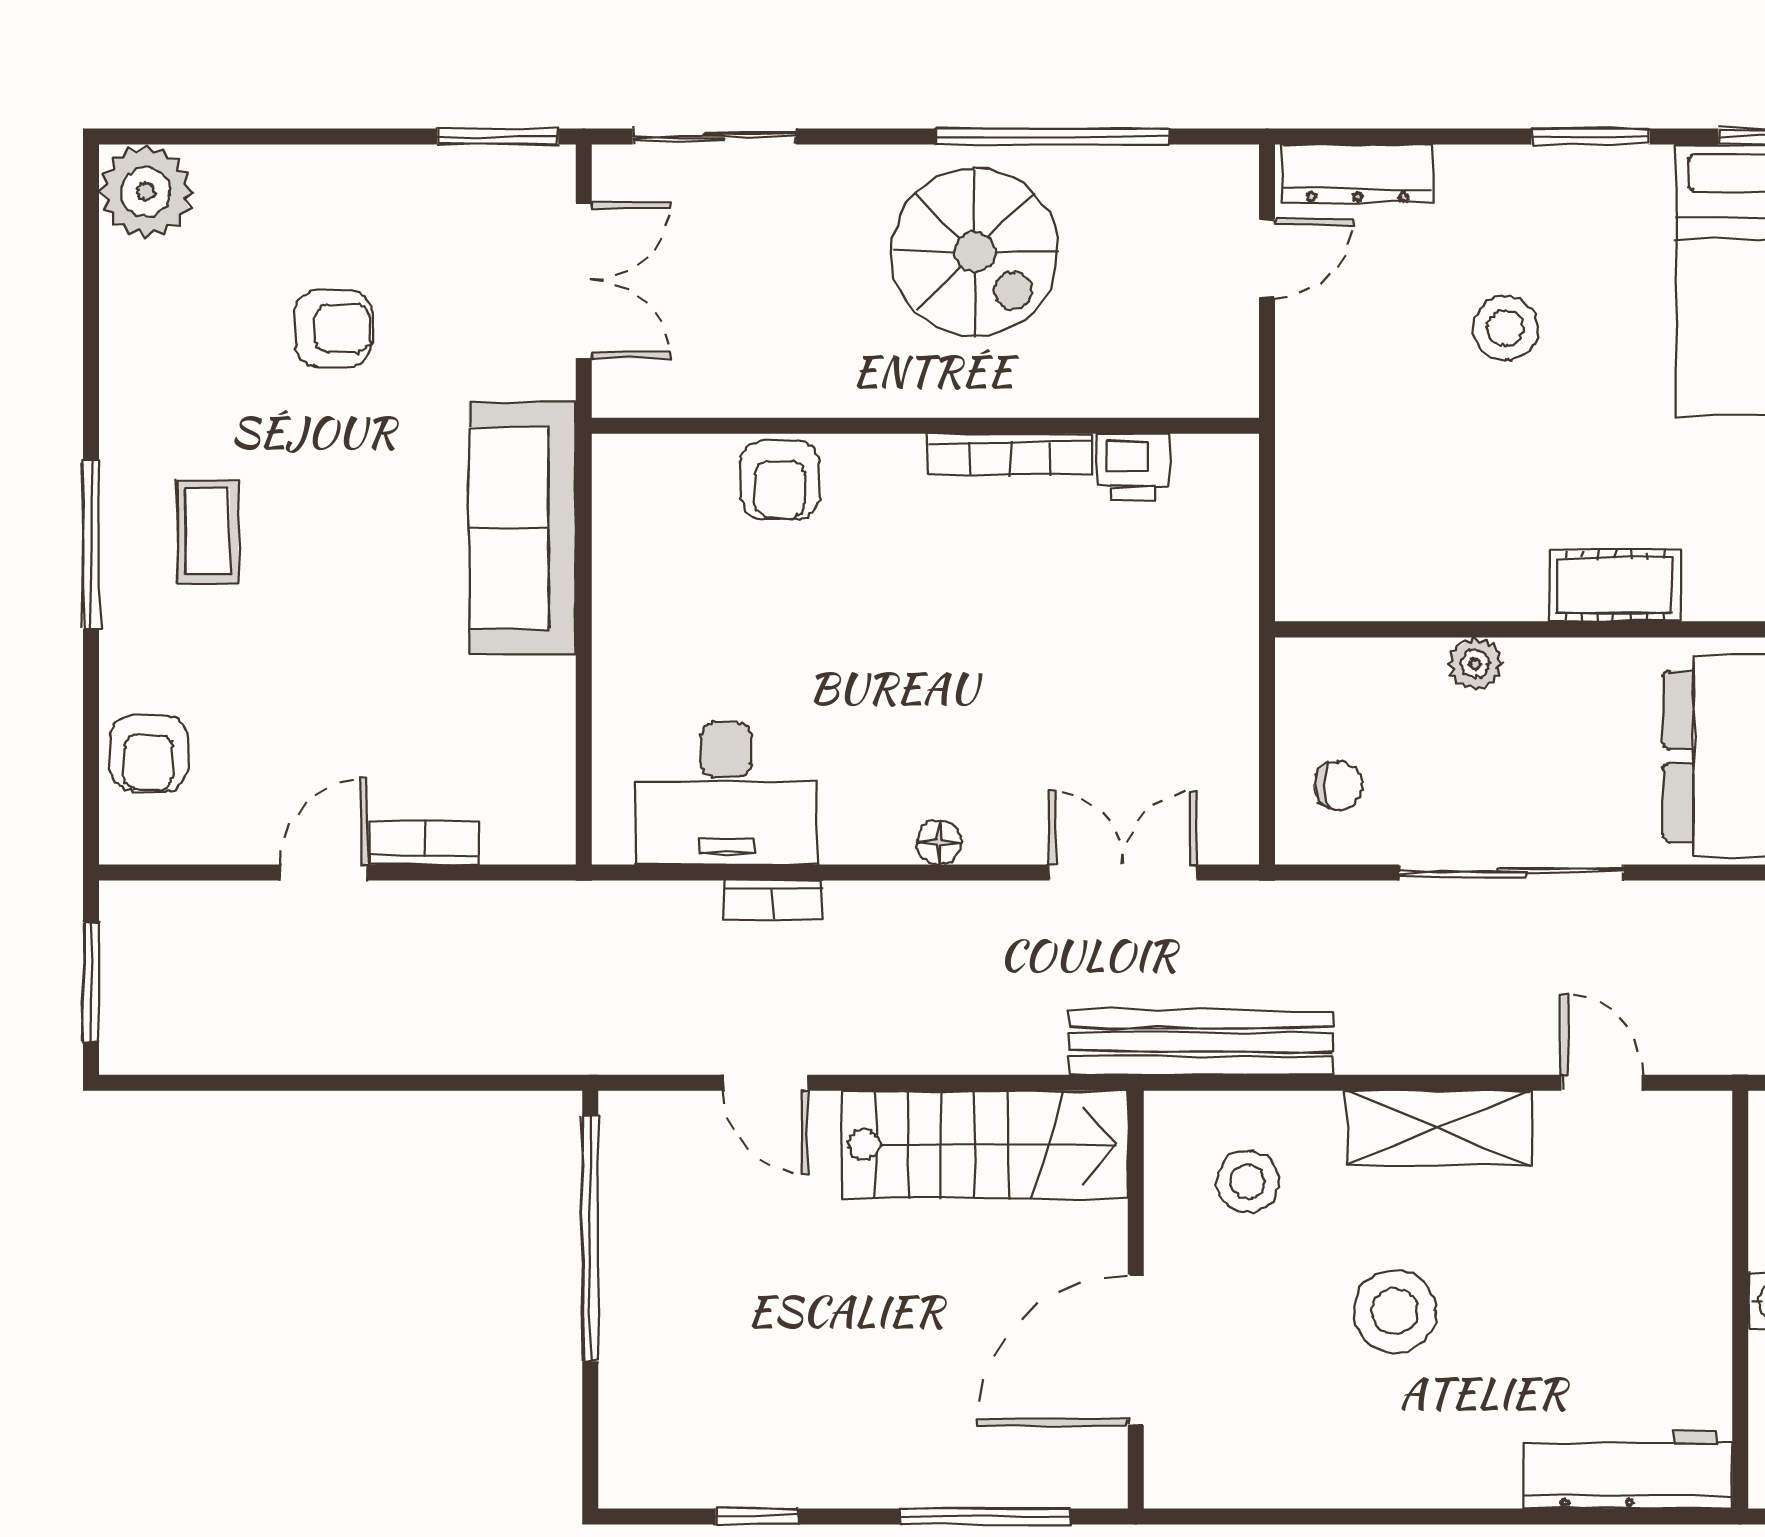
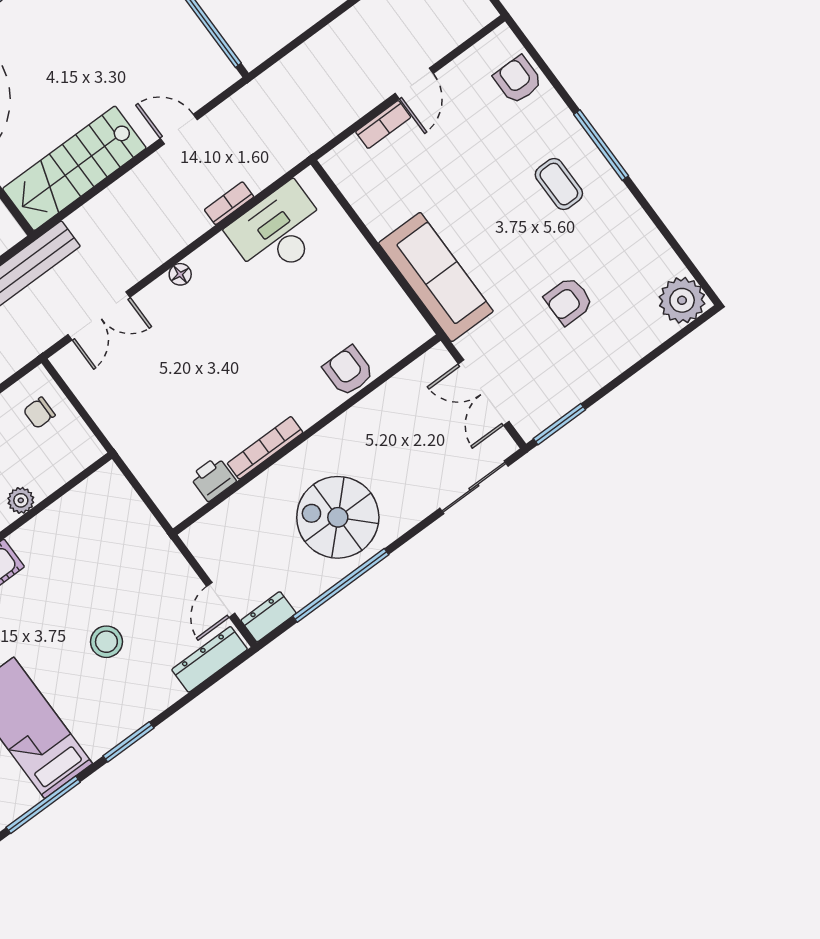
dresser: (1209, 173) -> (268, 617), added

